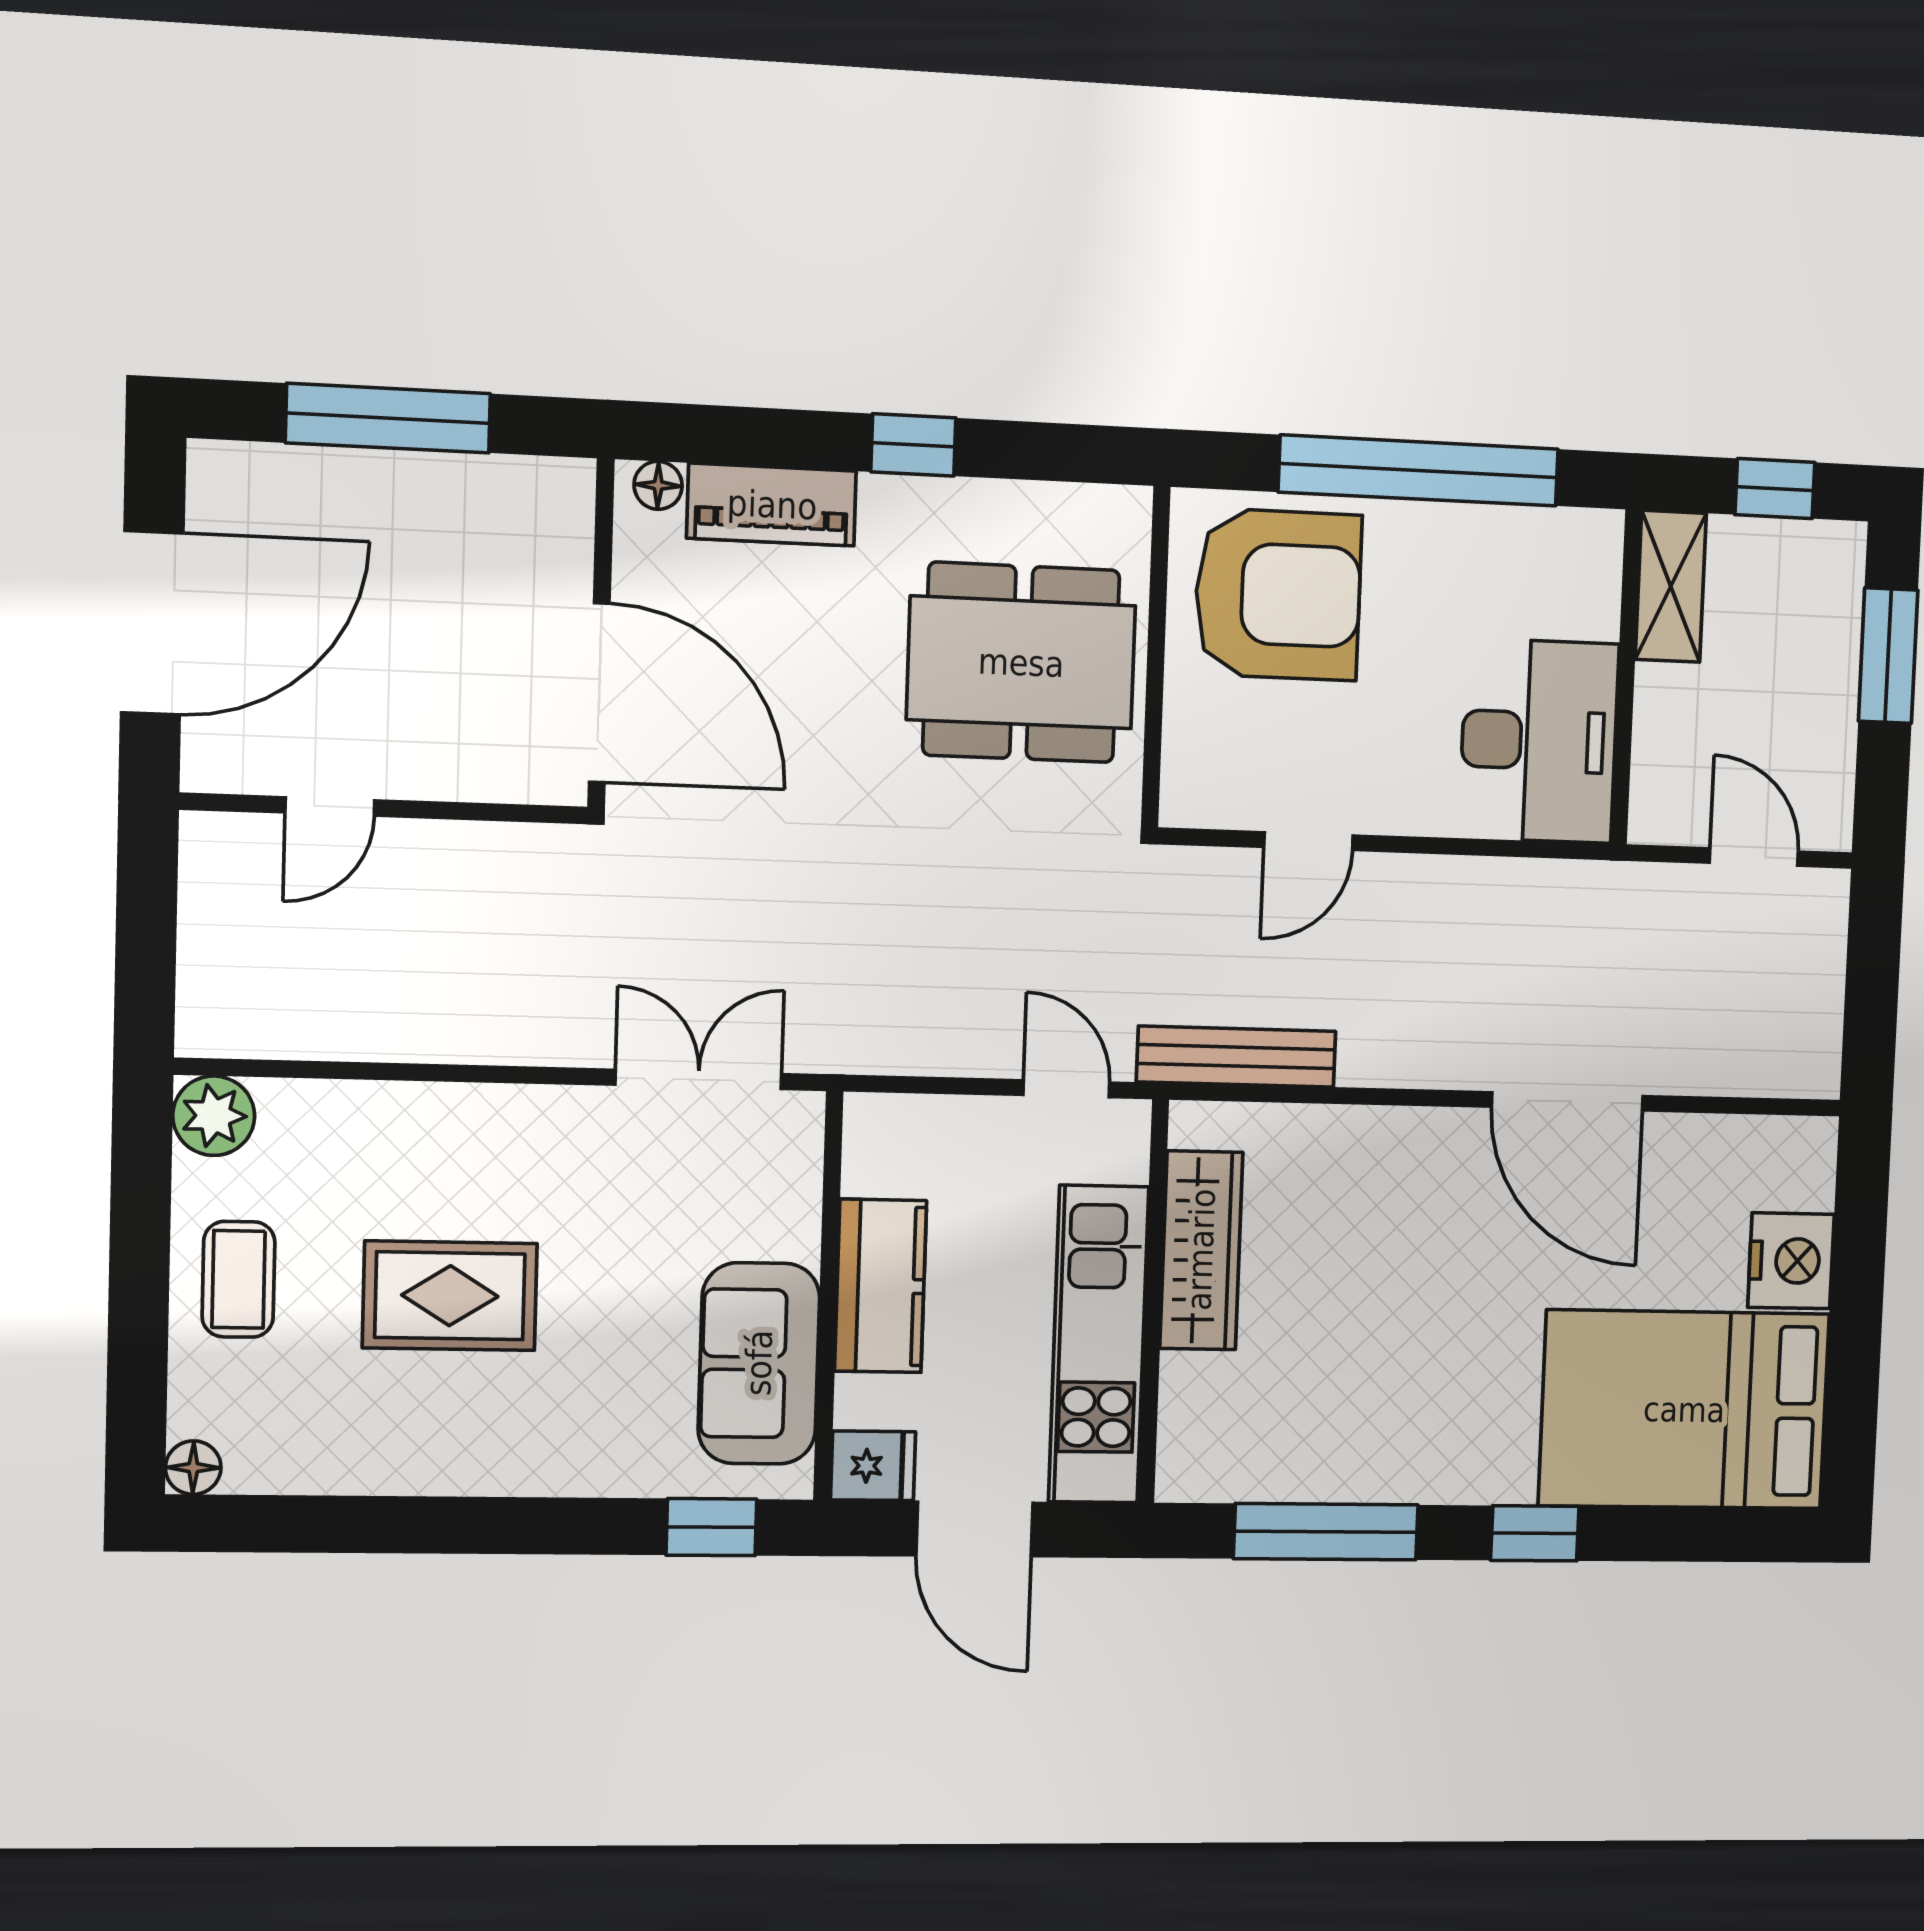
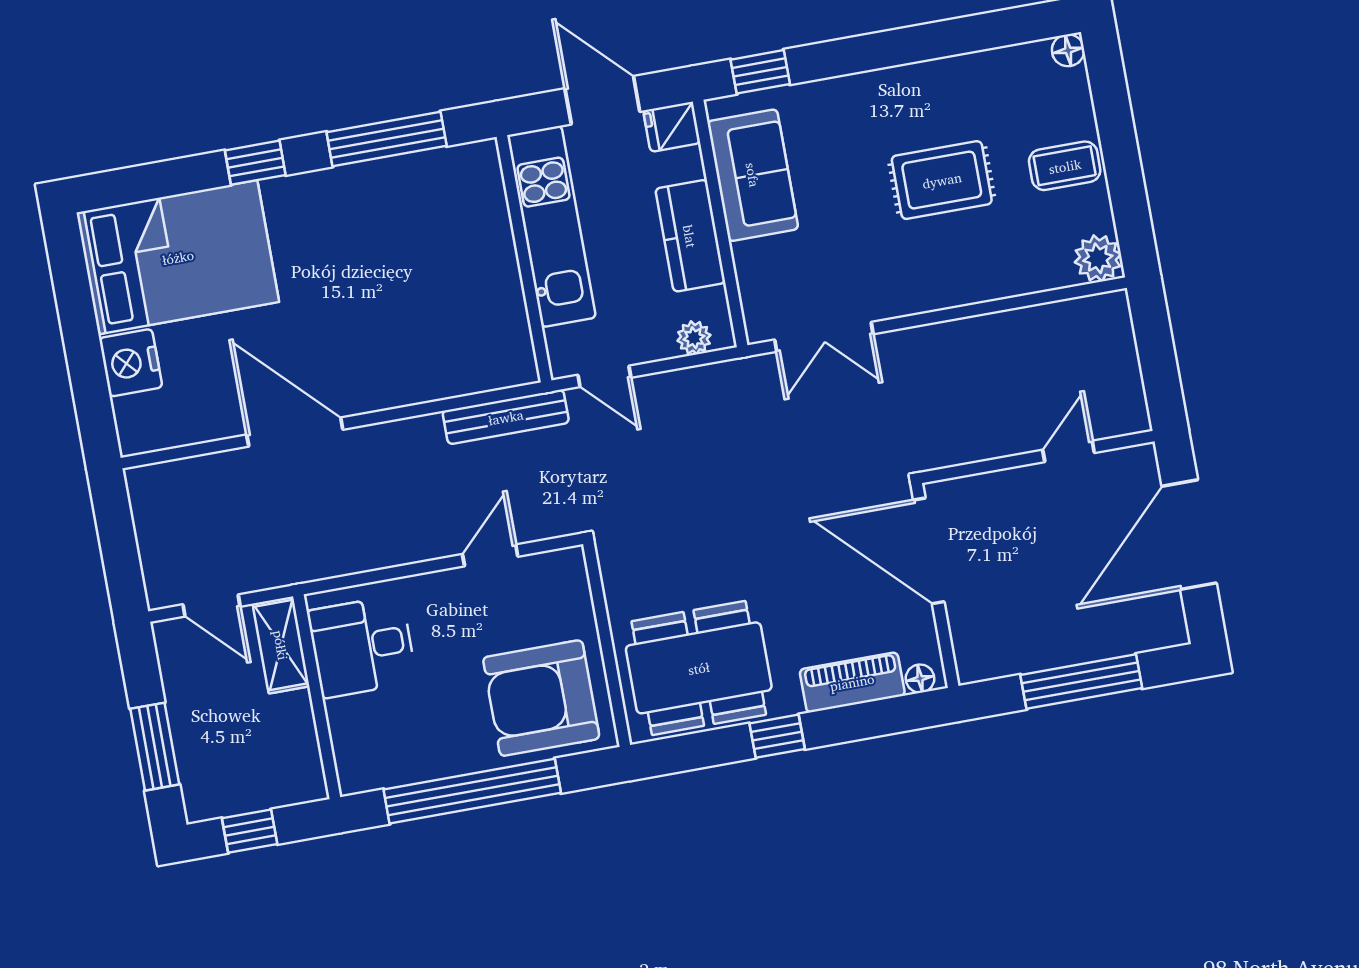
shelving: (1671, 586) -> (281, 645), moved
dining table: (1021, 663) -> (699, 668), moved
desk: (1539, 741) -> (362, 646), width x0.73
plant: (910, 1121) -> (694, 338), added
wardrobe: (1201, 1250) -> (501, 296), removed
coffee table: (238, 1279) -> (1065, 166), turned 90

